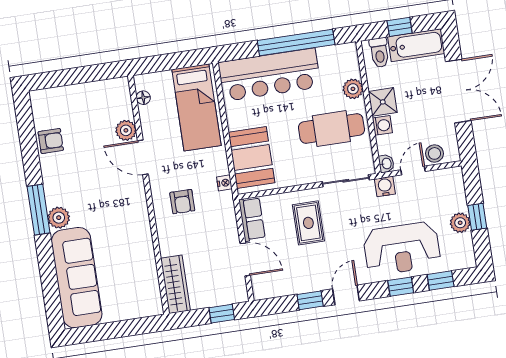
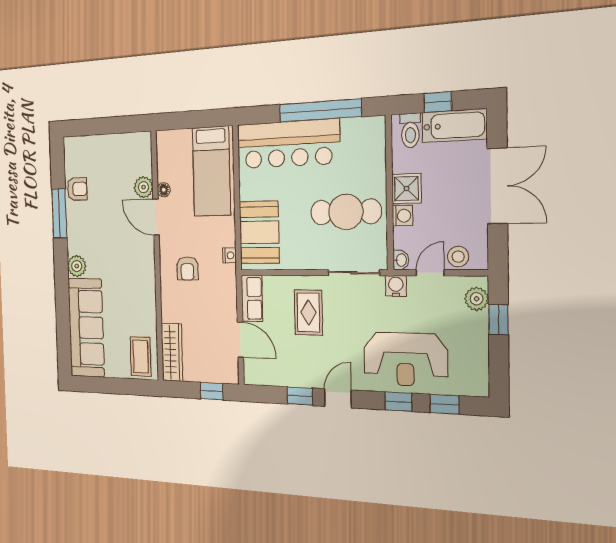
plant: (353, 89) -> (375, 170), removed
floor lamp: (143, 98) -> (164, 190), moved
window: (39, 210) -> (59, 213), moved
window: (477, 217) -> (498, 320), moved
plant: (460, 223) -> (477, 299), moved
coffee table: (142, 295) -> (141, 357), added

